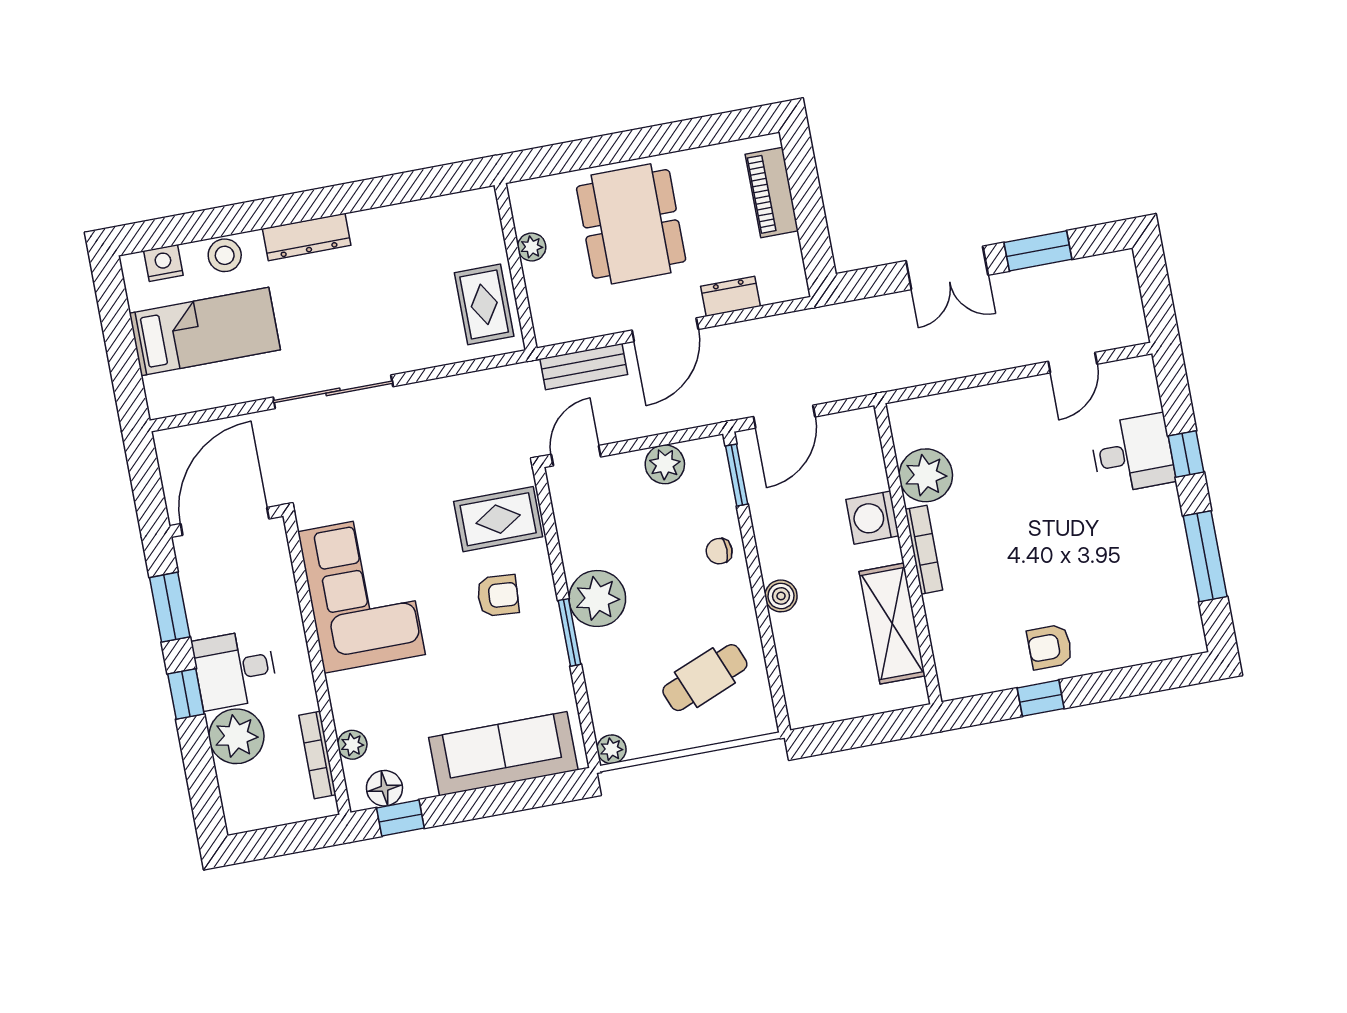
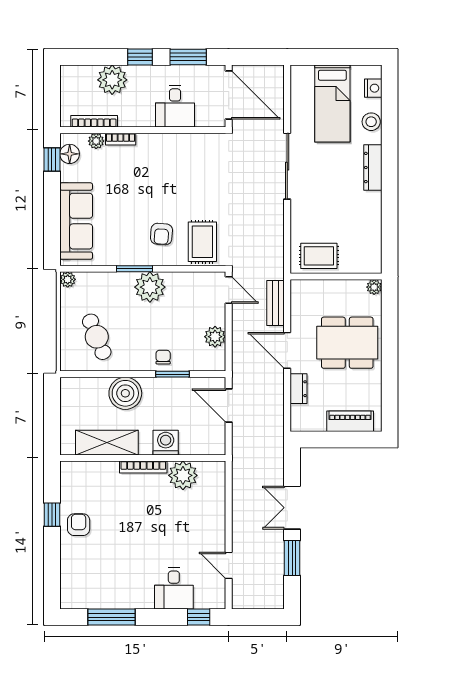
plant: (532, 247) -> (374, 287), moved
window: (1186, 454) -> (199, 617), moved
window: (737, 475) -> (173, 374), moved
corner sofa: (361, 593) -> (176, 161), removed
boiler: (781, 596) -> (125, 393), width x1.86, depth x1.86
desk: (235, 669) -> (175, 106), moved, turned 180
bookcase: (340, 701) -> (121, 139), added

